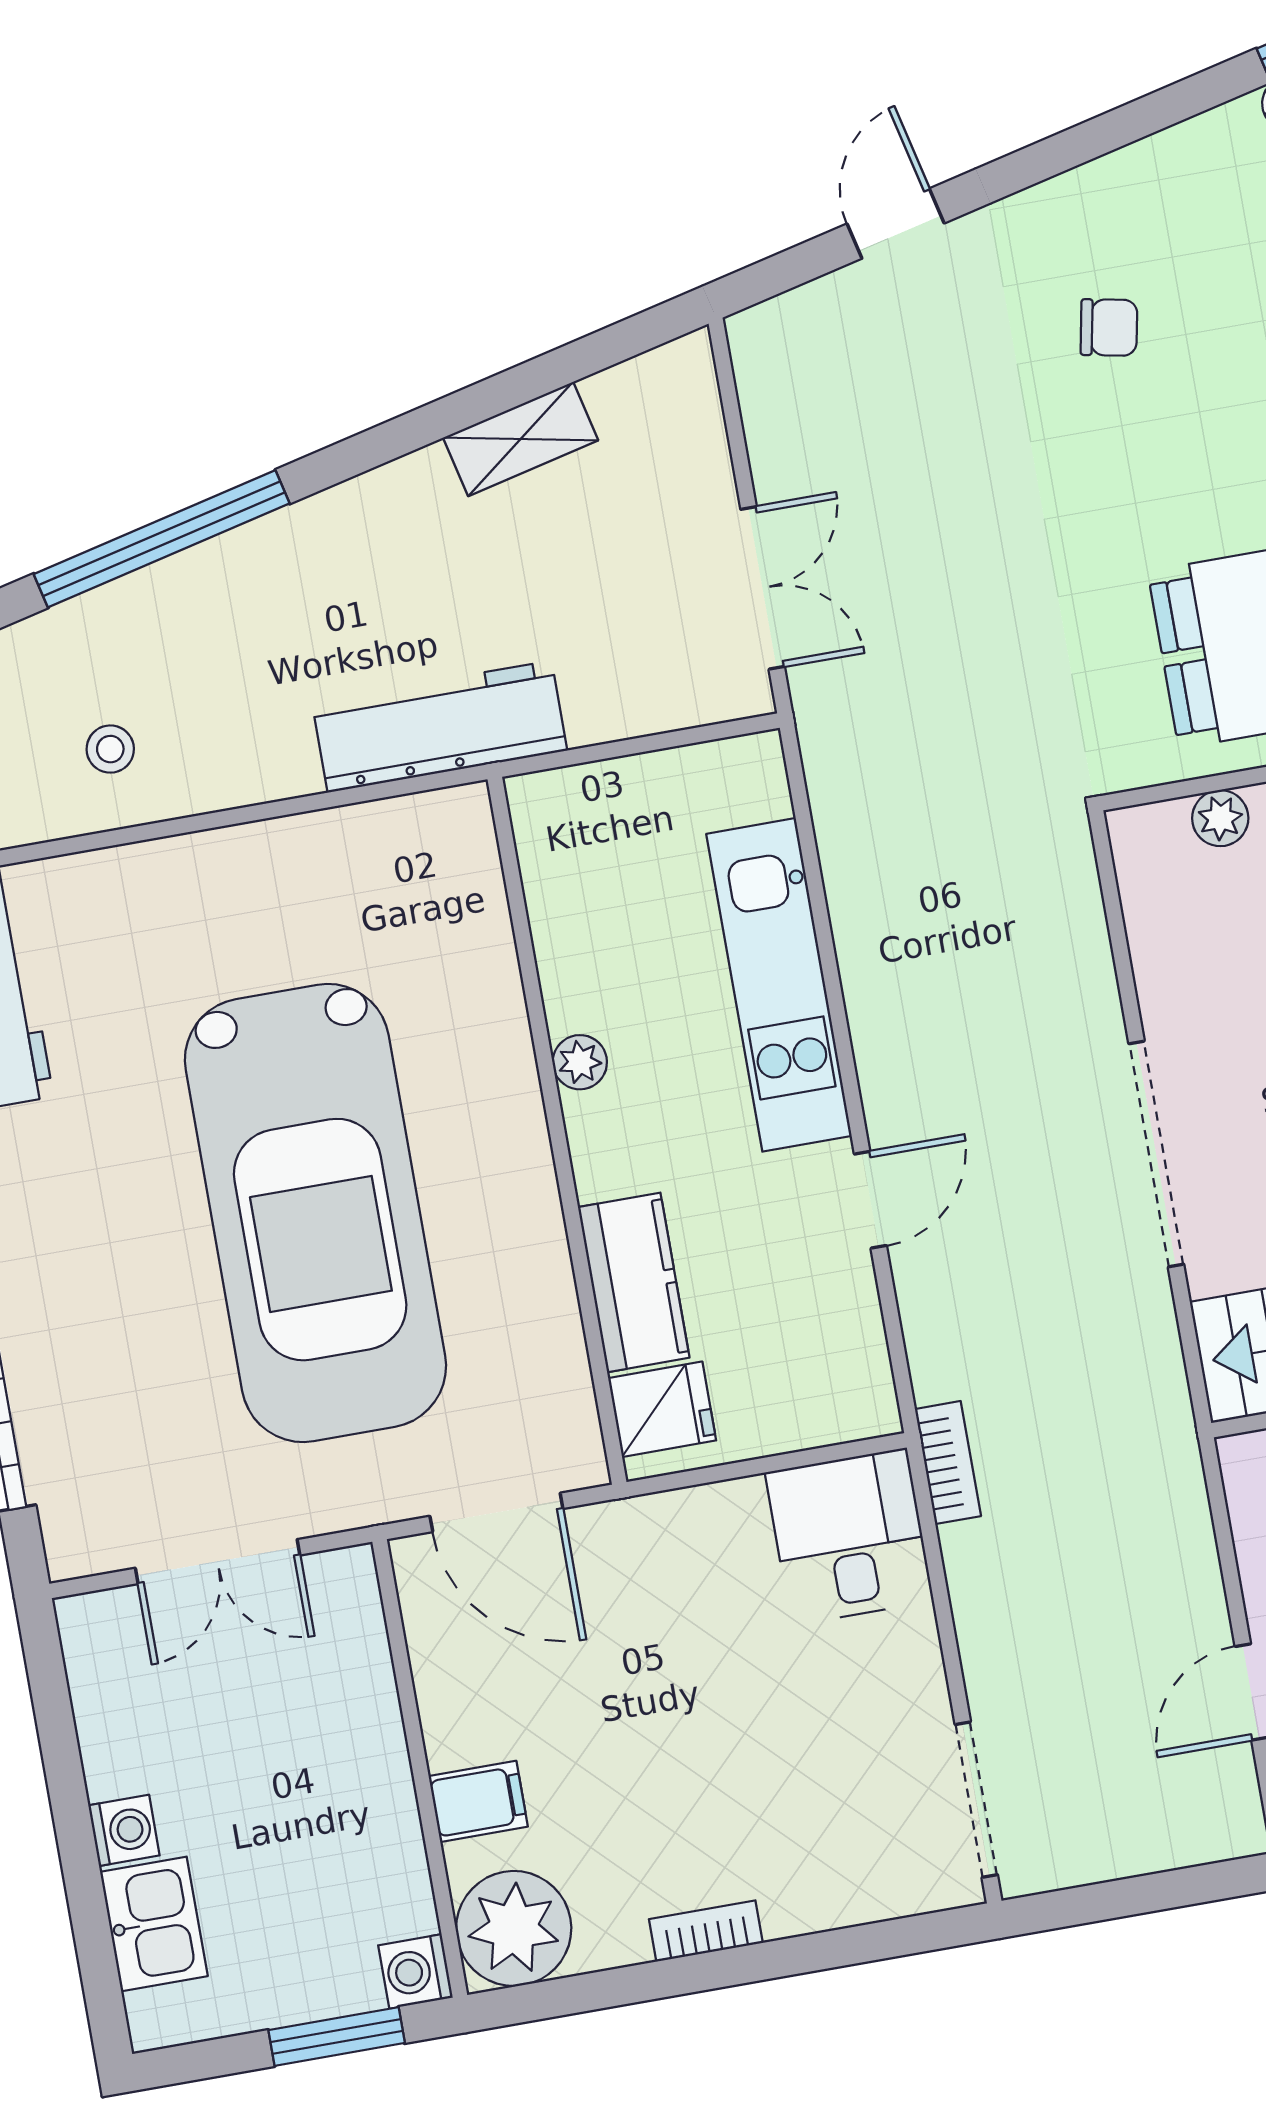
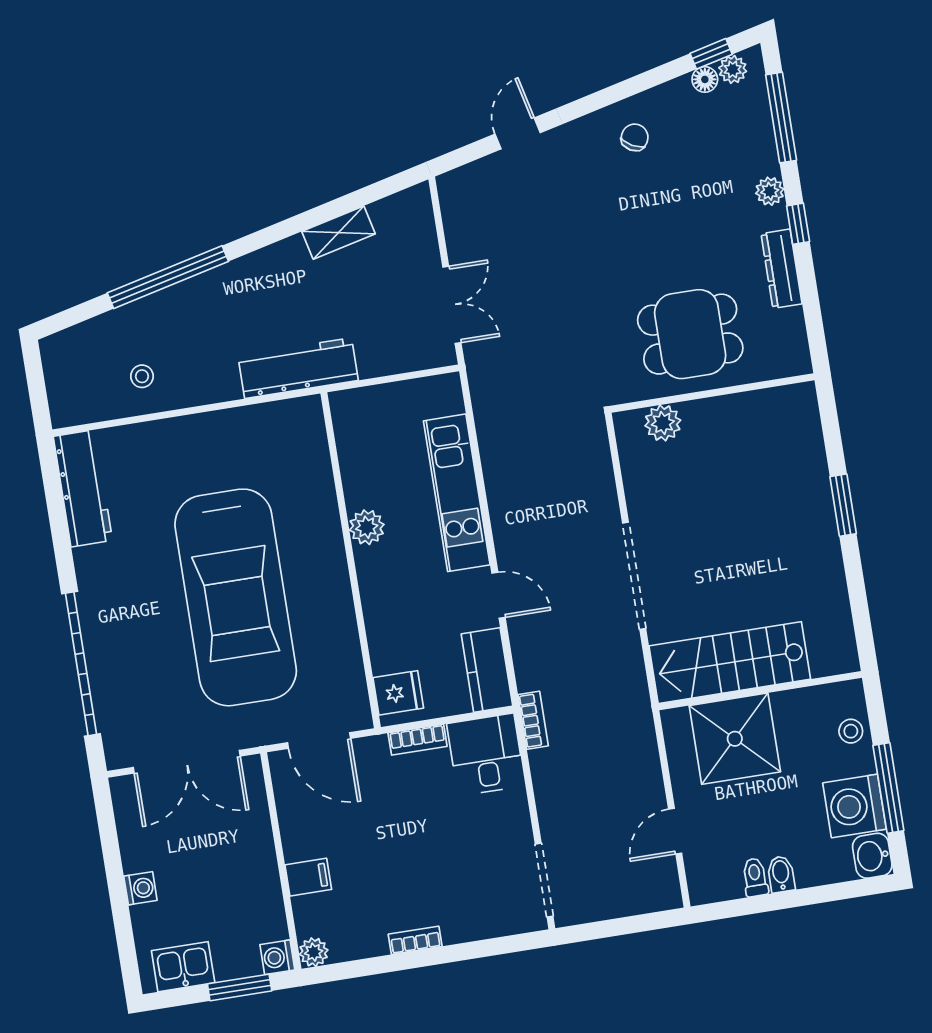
chair: (1109, 327) -> (635, 137), moved, turned -72
plant: (1220, 818) -> (663, 423), width x1.38, depth x1.38
plant: (580, 1062) -> (367, 527), width x1.38, depth x1.38
door: (870, 1200) -> (498, 595), hinge flipped
kitchen counter: (634, 1282) -> (487, 670), moved, turned 180
bookcase: (704, 1507) -> (418, 740), added
double door: (218, 1562) -> (187, 762), width x1.37
kitchen sink: (154, 1924) -> (183, 967), moved, turned -90
plant: (514, 1928) -> (314, 952), width x0.53, depth x0.53

